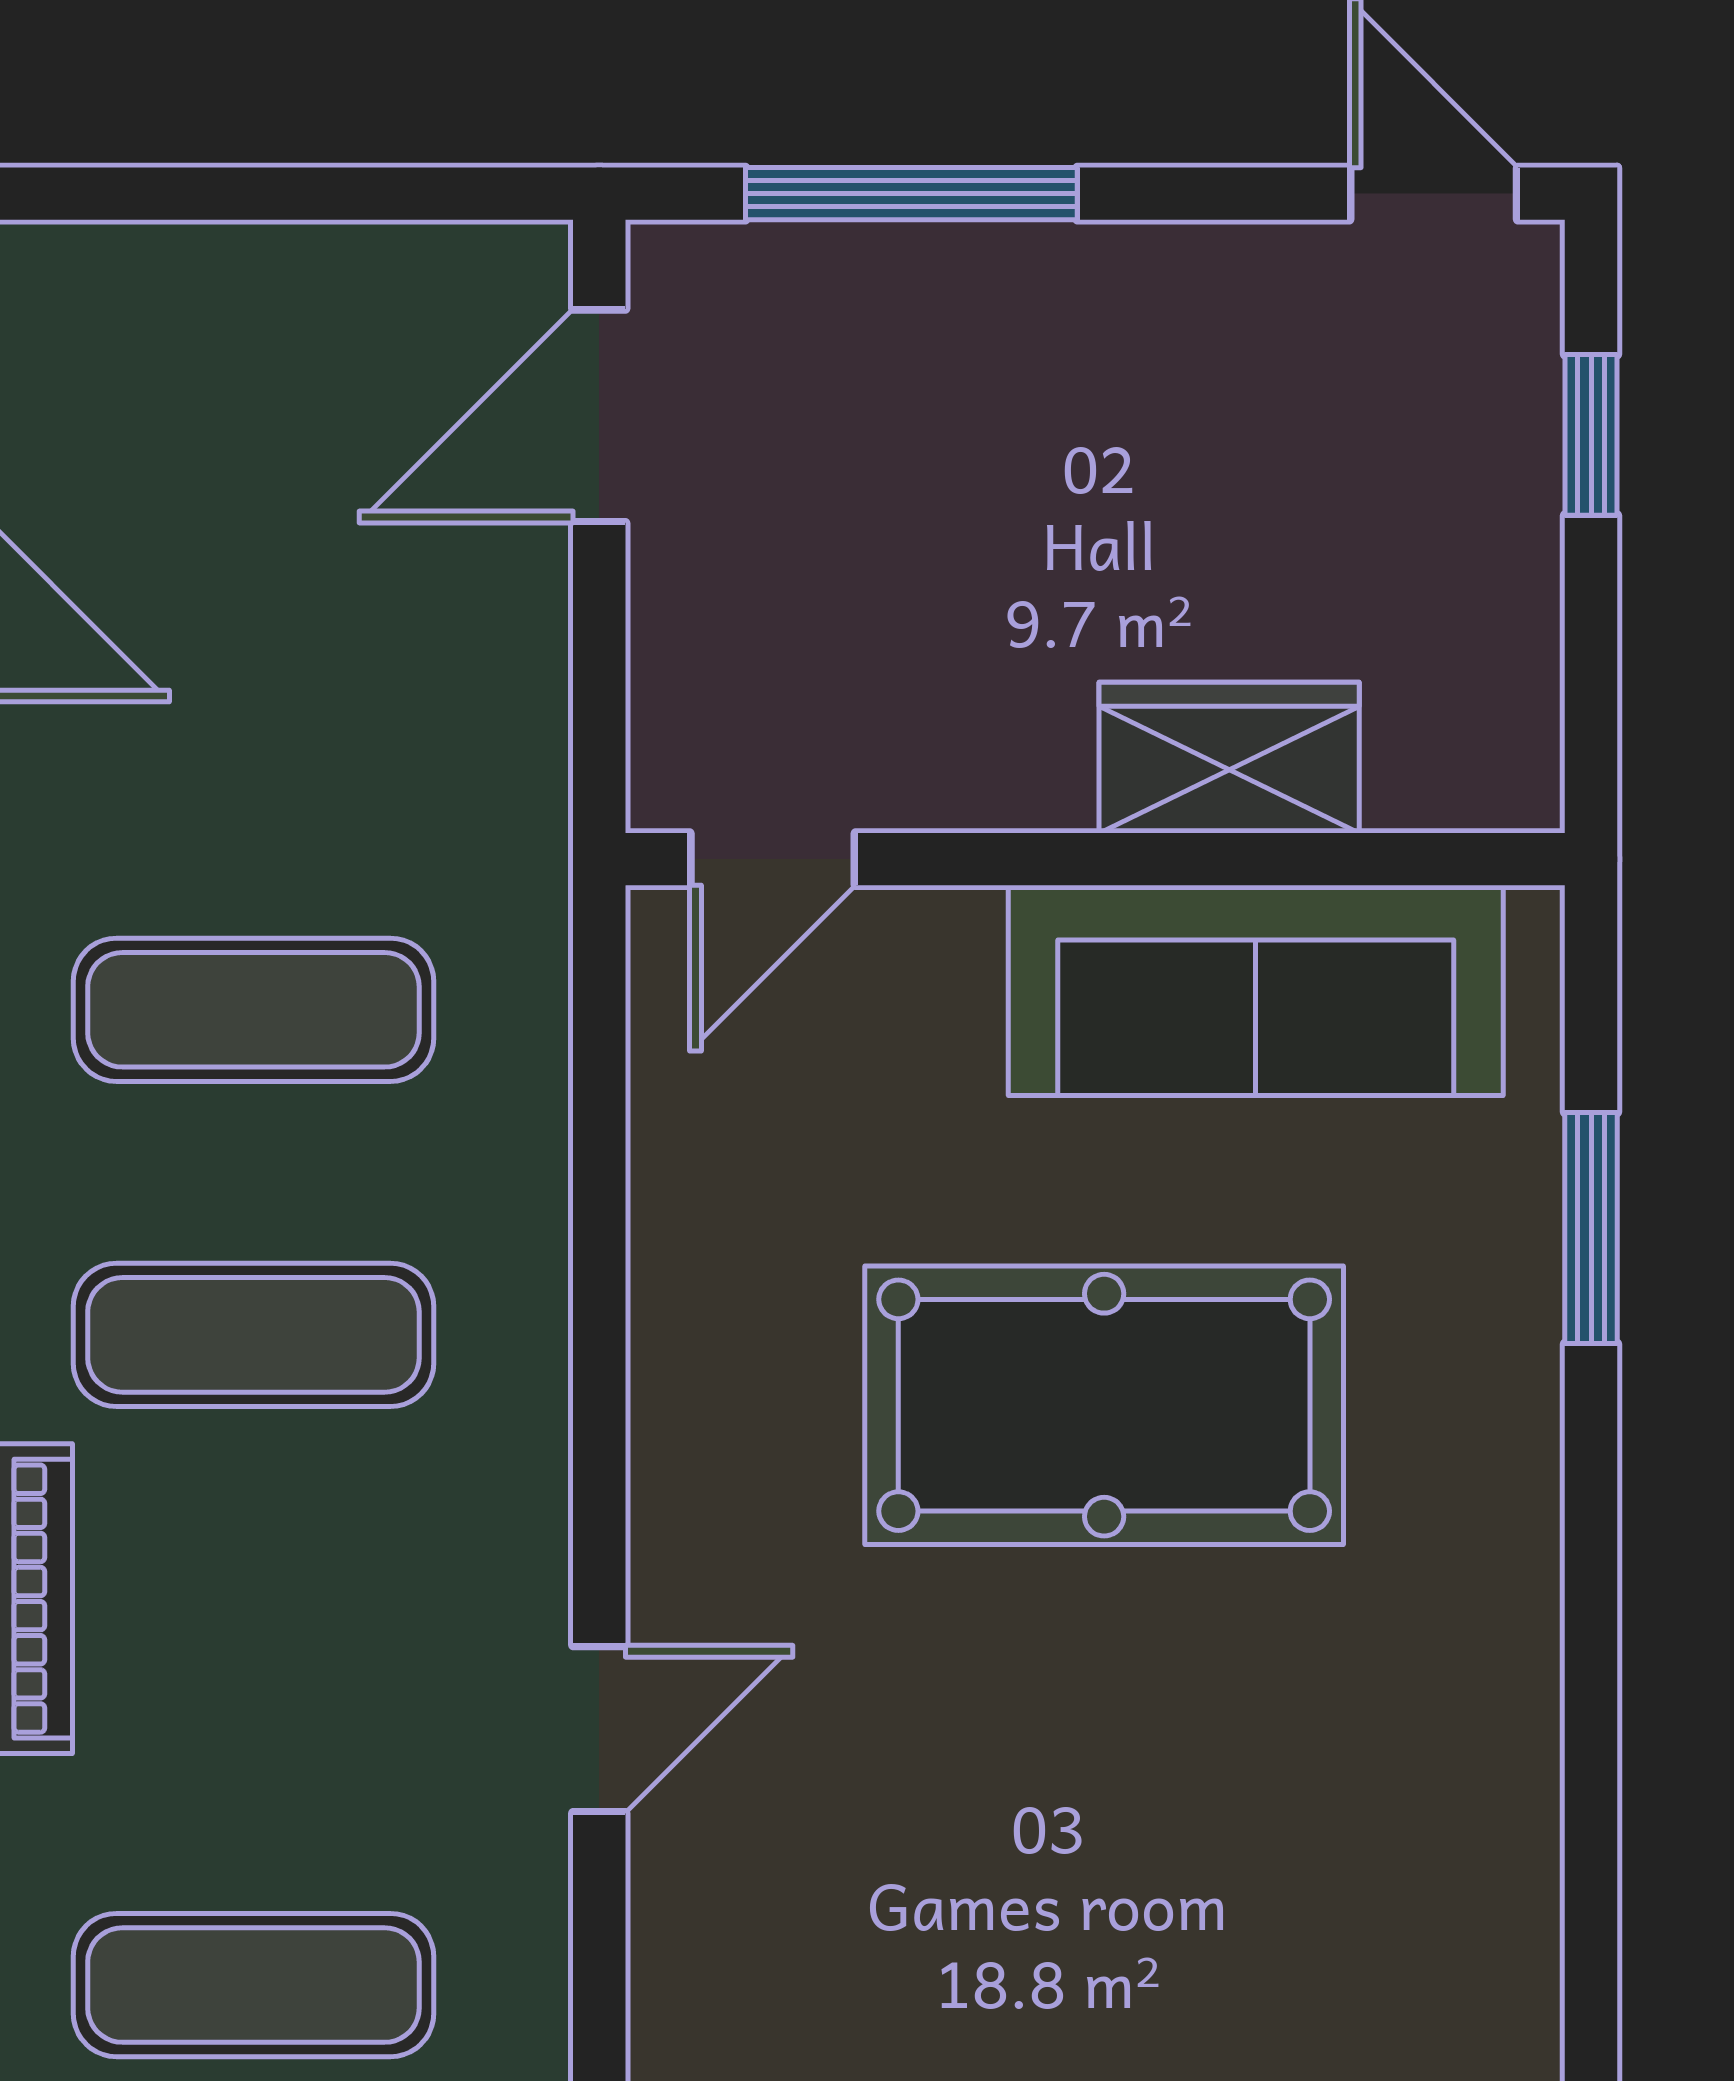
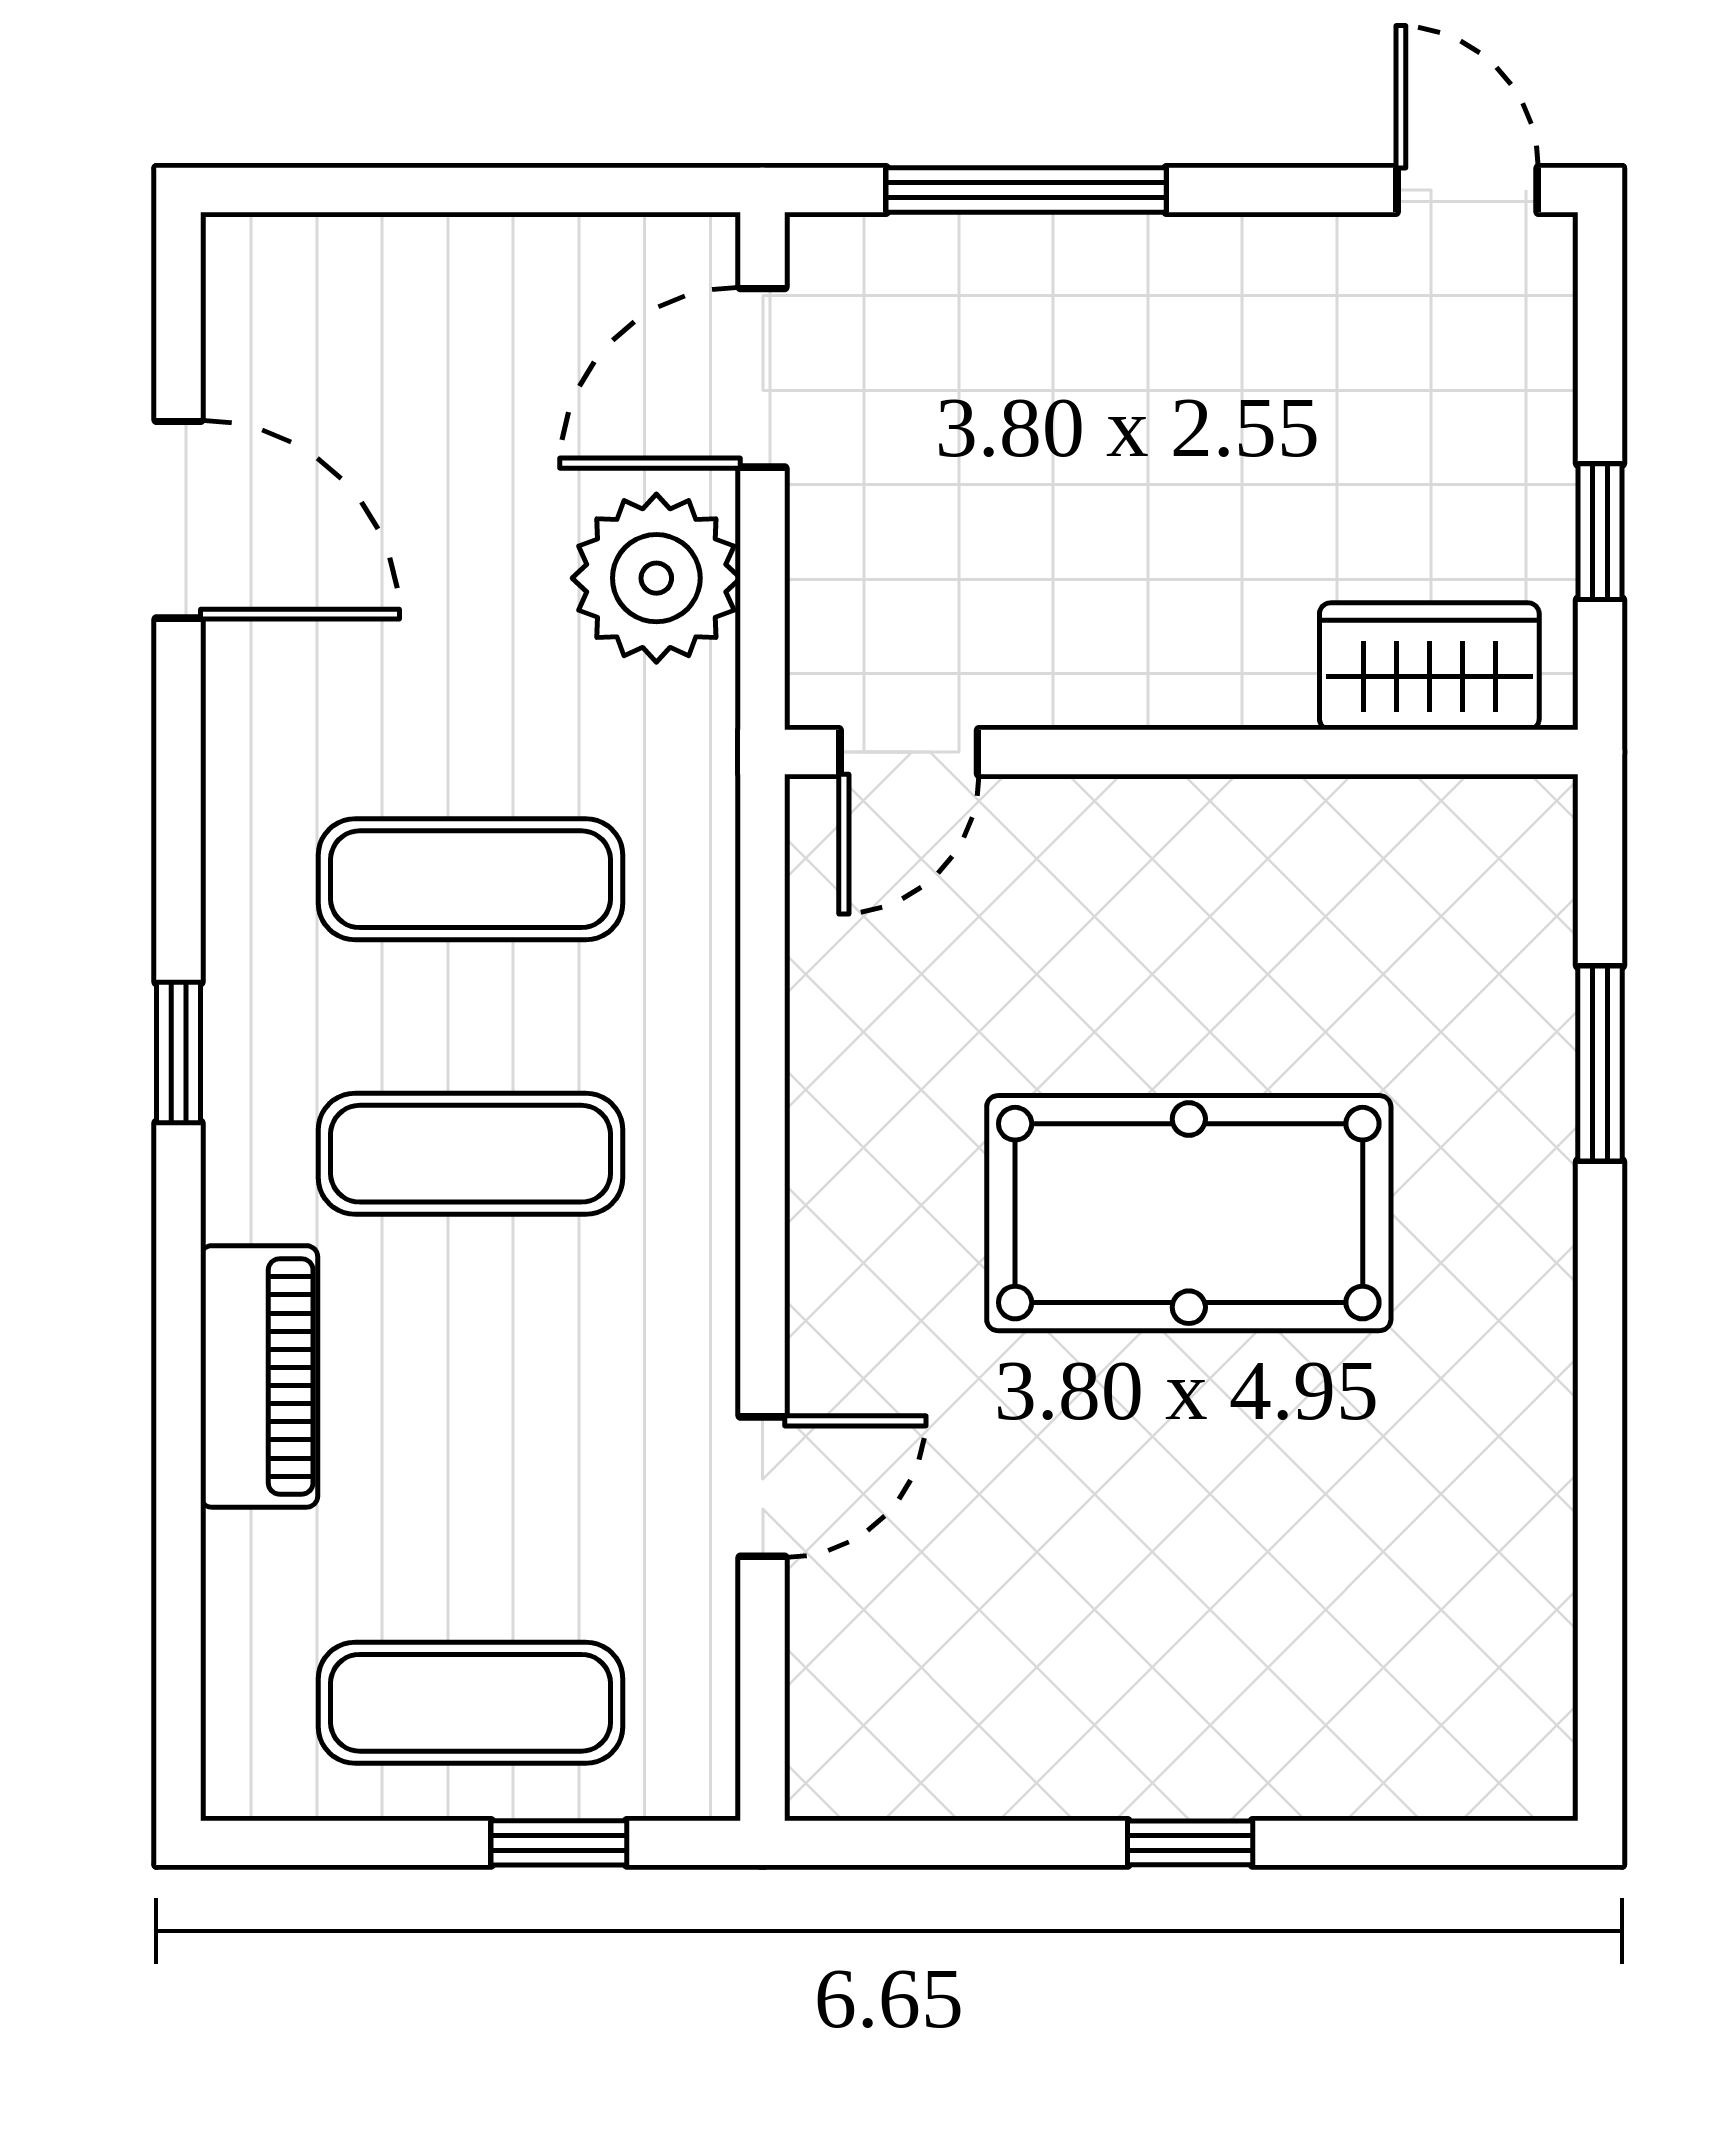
window: (1591, 435) -> (1600, 532), moved
plant: (474, 653) -> (656, 578), added
wardrobe: (1229, 758) -> (1429, 666), moved
sofa: (1256, 990) -> (1317, 863), removed

